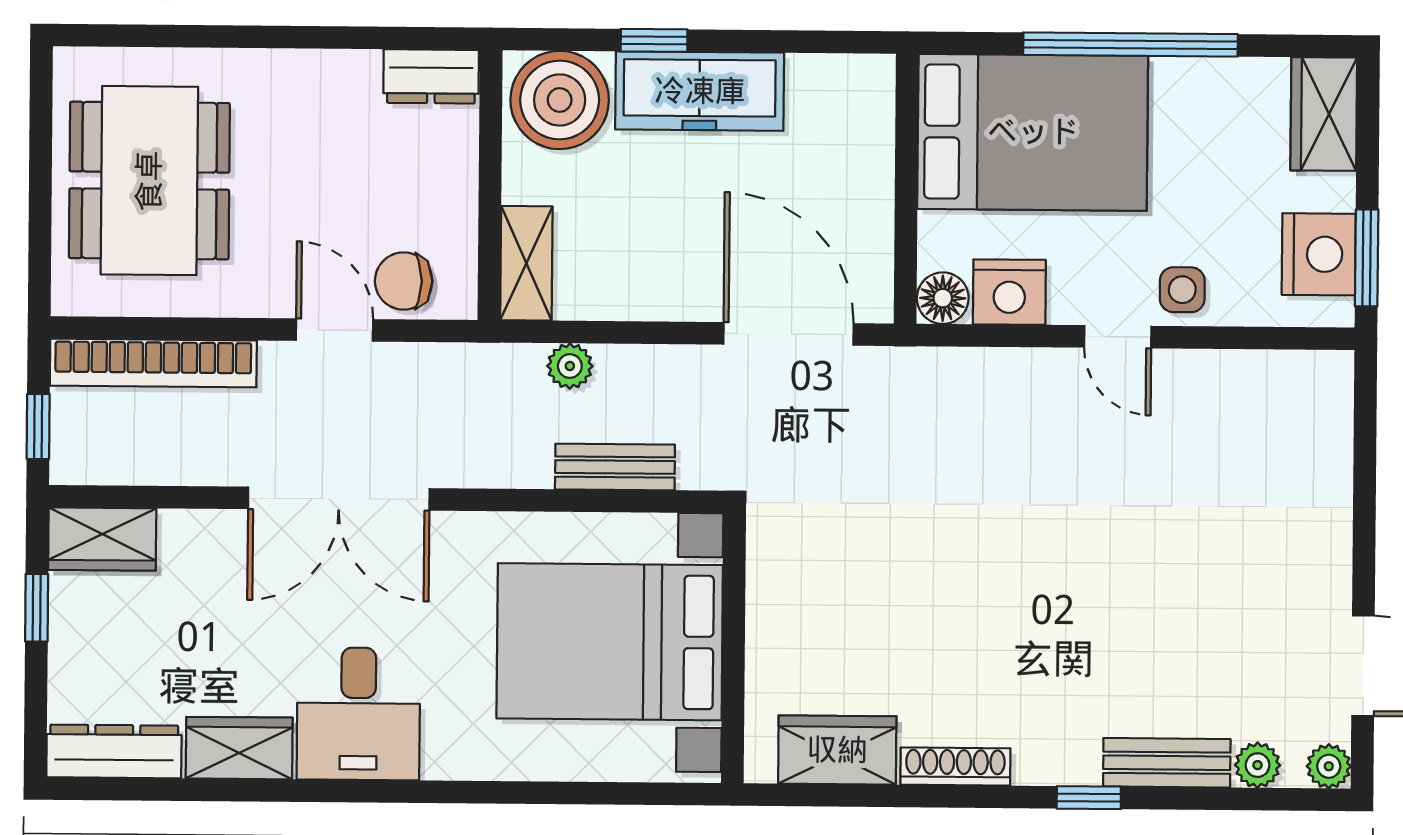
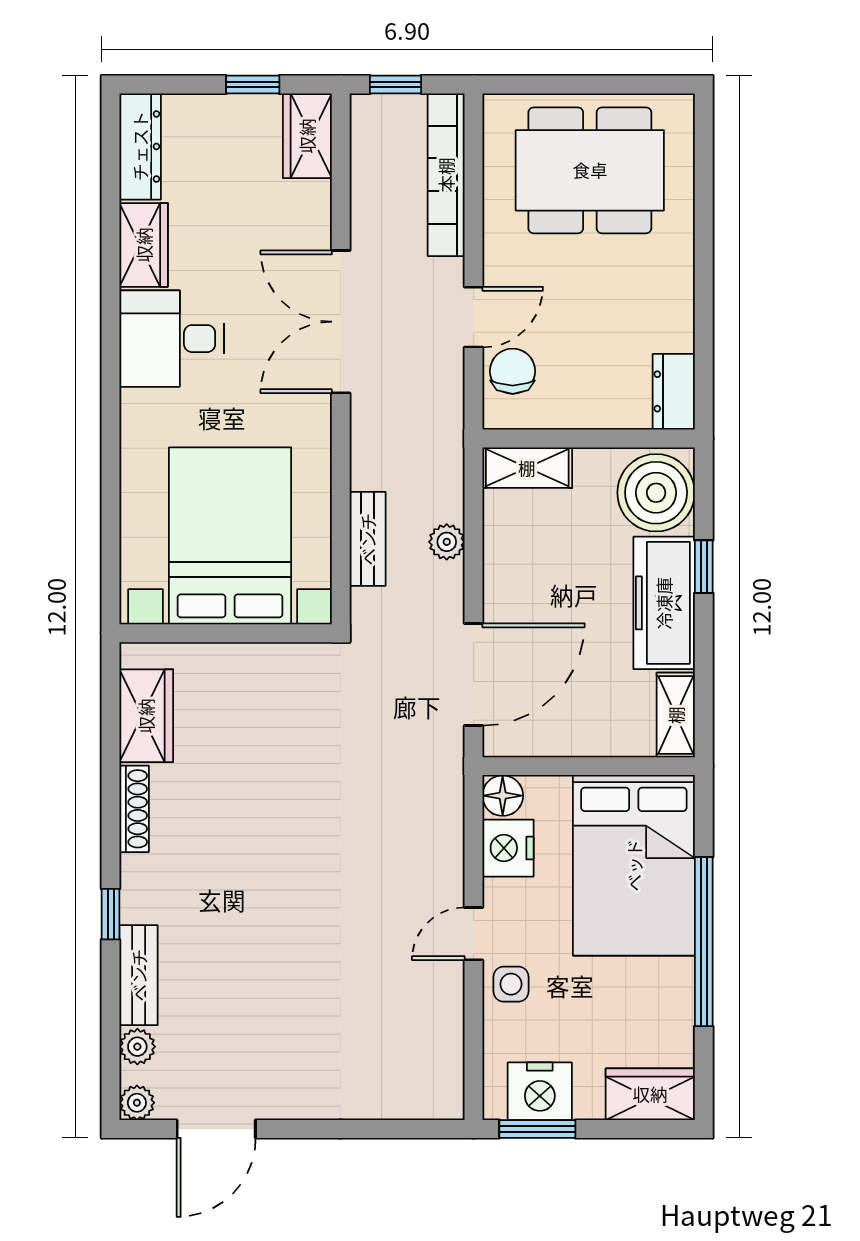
shelving: (842, 77) -> (676, 715), added
plant: (570, 366) -> (447, 542), moved

